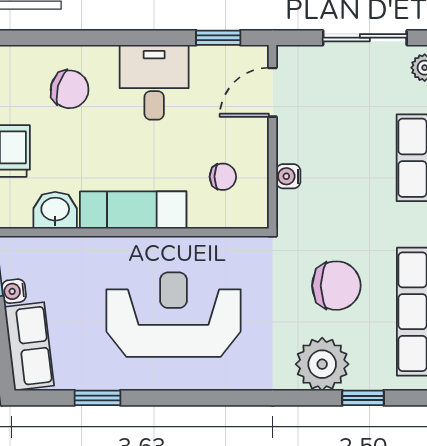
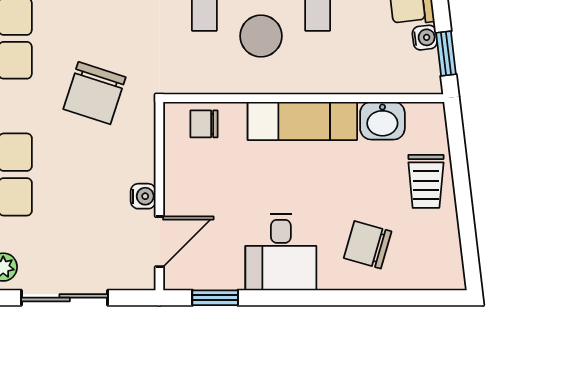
water cooler: (288, 176) -> (143, 196), moved
chair: (223, 177) -> (204, 124), moved
chair: (336, 286) -> (94, 93), moved, turned -72

